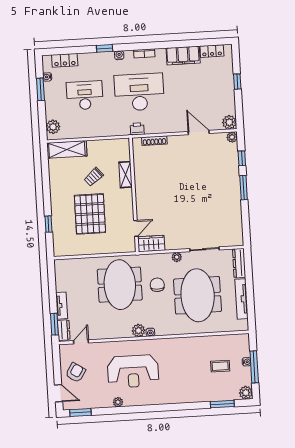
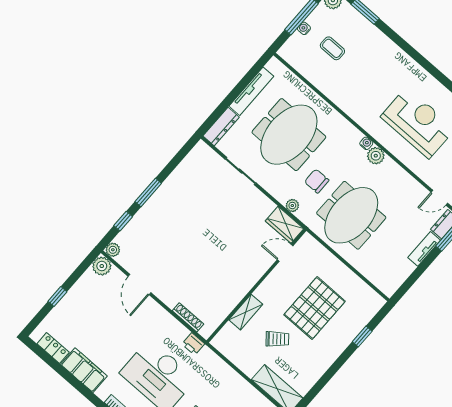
plant: (177, 257) -> (292, 206), moved
chair: (157, 285) -> (317, 181), turned 90

